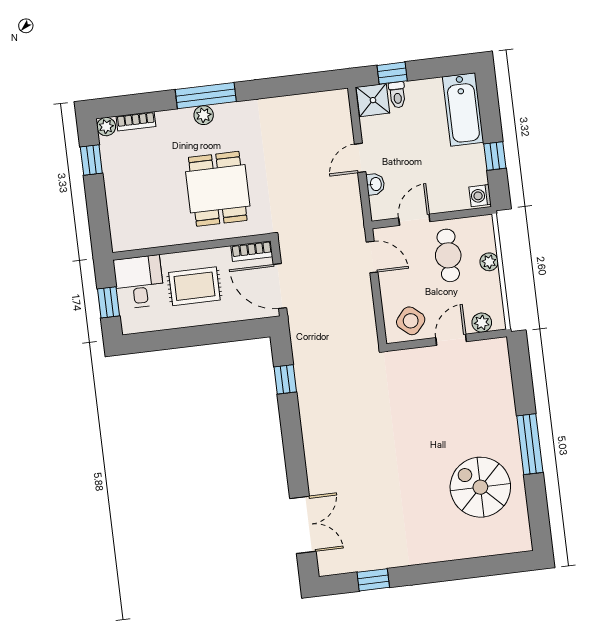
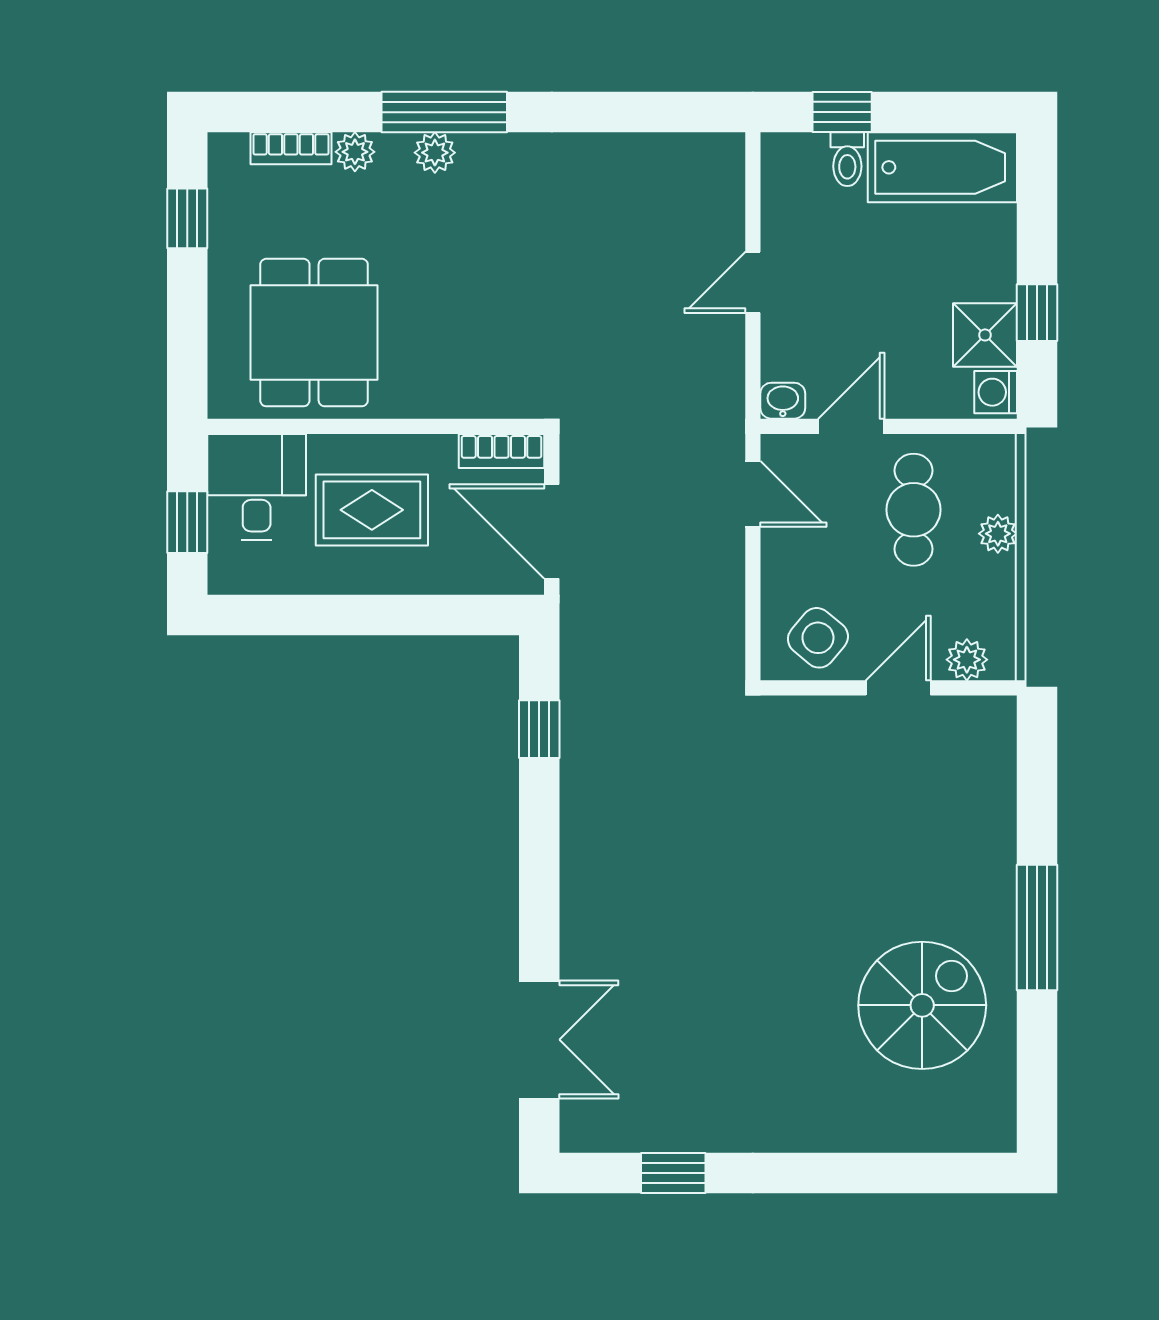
shower: (373, 100) -> (985, 335), moved
bathtub: (463, 109) -> (942, 167), moved, turned -90
plant: (106, 127) -> (355, 152), moved
washbasin: (375, 184) -> (783, 401), moved, turned -90
dining table: (218, 189) -> (314, 333), moved
spiral stairs: (480, 487) -> (922, 1005), turned 90

